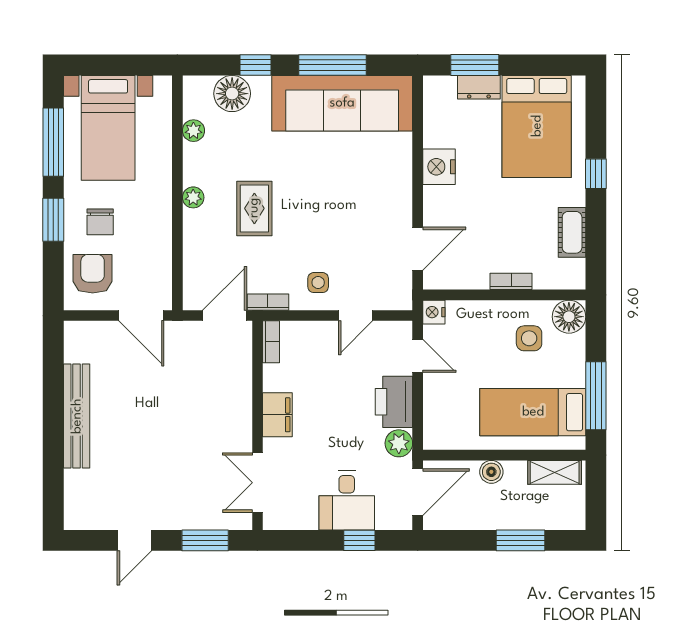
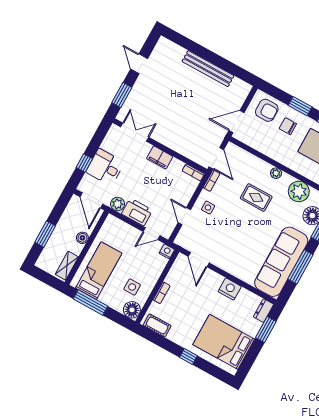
dresser: (479, 87) -> (264, 311), moved
plant: (193, 131) -> (299, 191), width x1.88, depth x1.88
cot: (572, 232) -> (157, 325), moved

